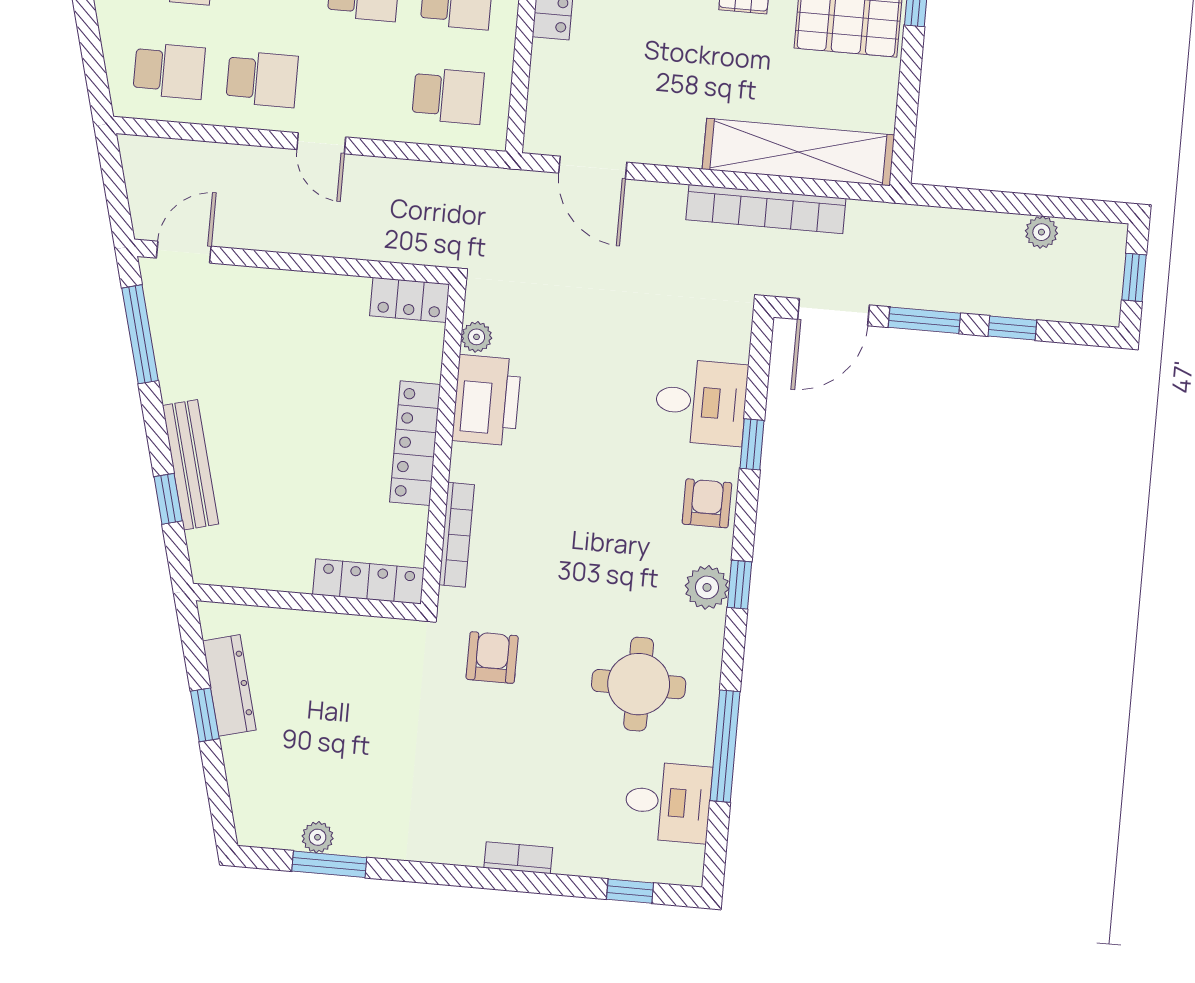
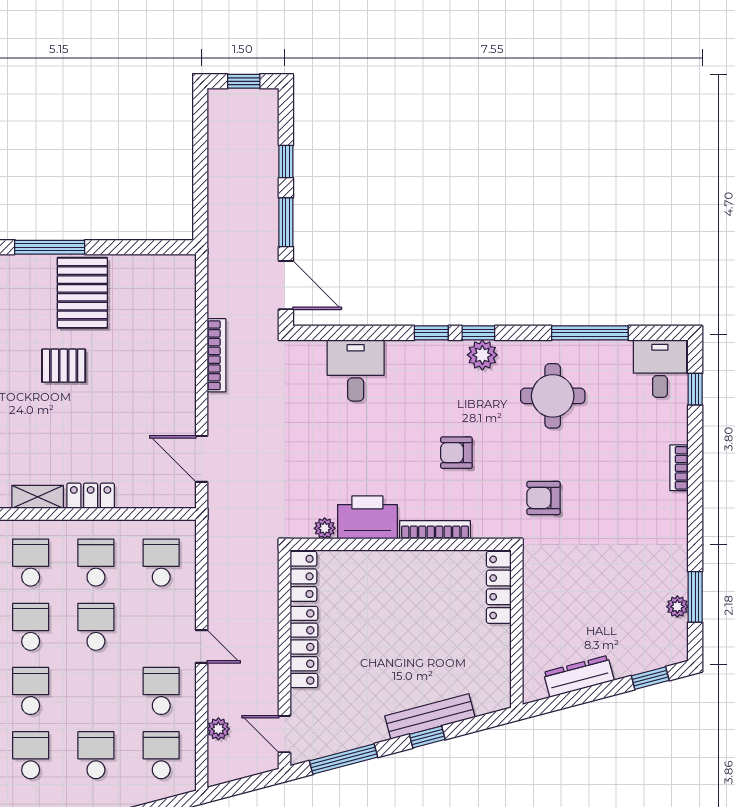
door: (321, 143) -> (202, 646), hinge flipped
shelving: (798, 152) -> (178, 319), removed
door: (593, 168) -> (202, 459), swing flipped
bookcase: (766, 209) -> (216, 355), width x0.68, depth x0.76
plant: (1041, 232) -> (218, 729), moved
locker: (415, 443) -> (304, 647), moved, turned -90
window: (752, 444) -> (431, 333), moved
window: (168, 499) -> (427, 737), moved
armchair: (707, 503) -> (456, 453), moved
bookcase: (457, 535) -> (435, 530), moved
window: (205, 715) -> (650, 678), moved
desk: (668, 802) -> (660, 369), moved

